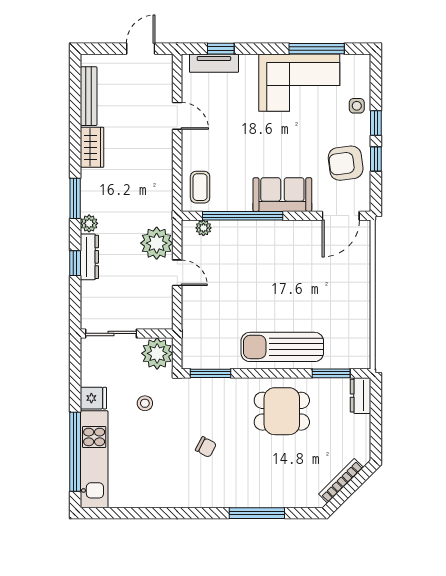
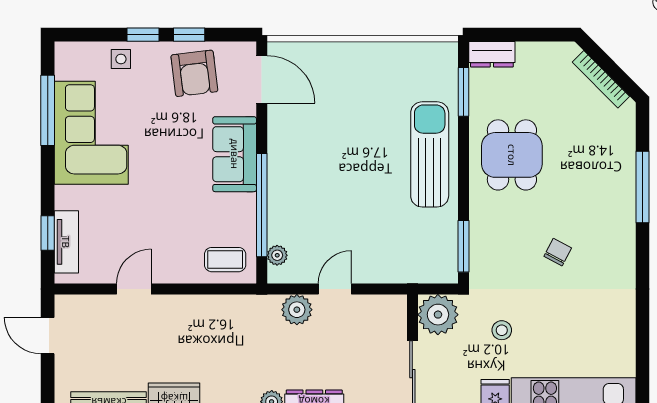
plant: (157, 243) -> (297, 310), width x0.73, depth x0.73
sun lounger: (282, 347) -> (430, 154), turned 180

